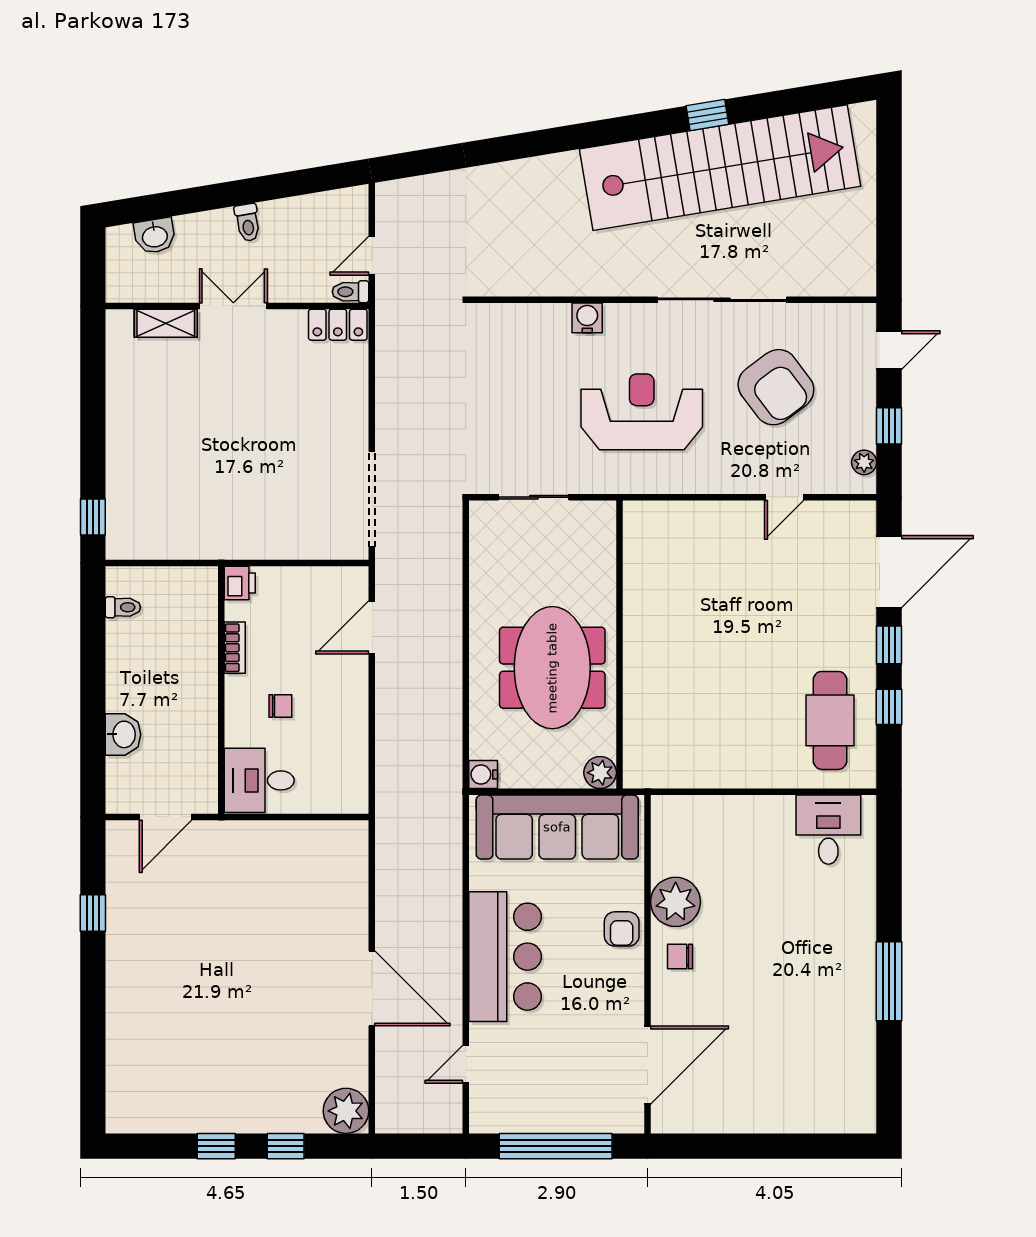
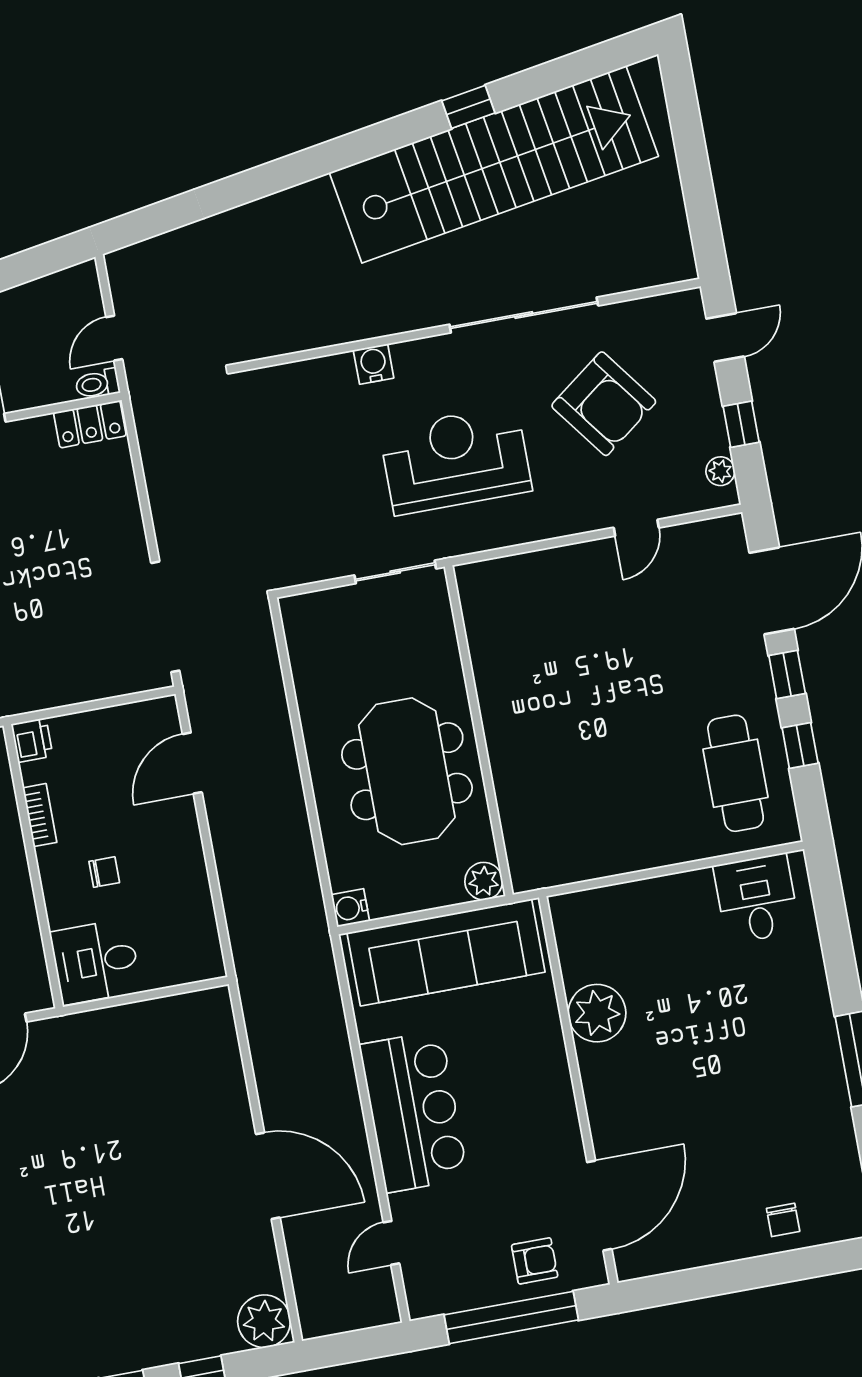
sliding door: (534, 497) -> (395, 572), moved
armchair: (622, 929) -> (535, 1261), moved, turned -90
chair: (680, 956) -> (783, 1220), moved, turned -90

